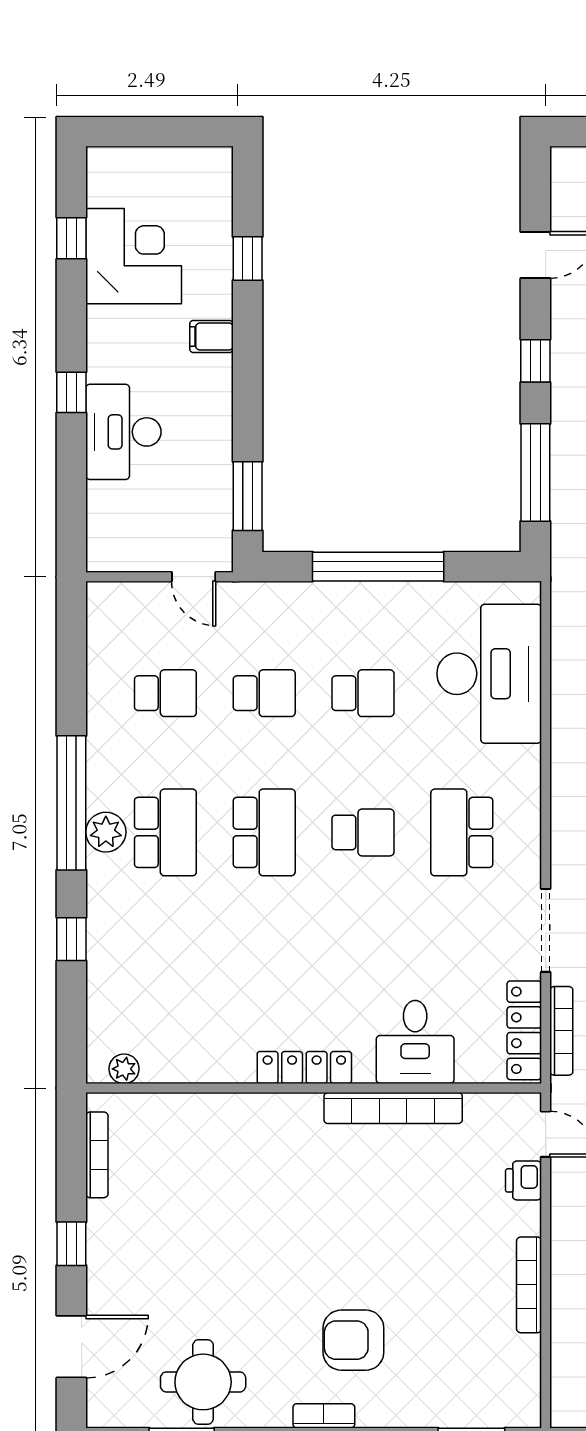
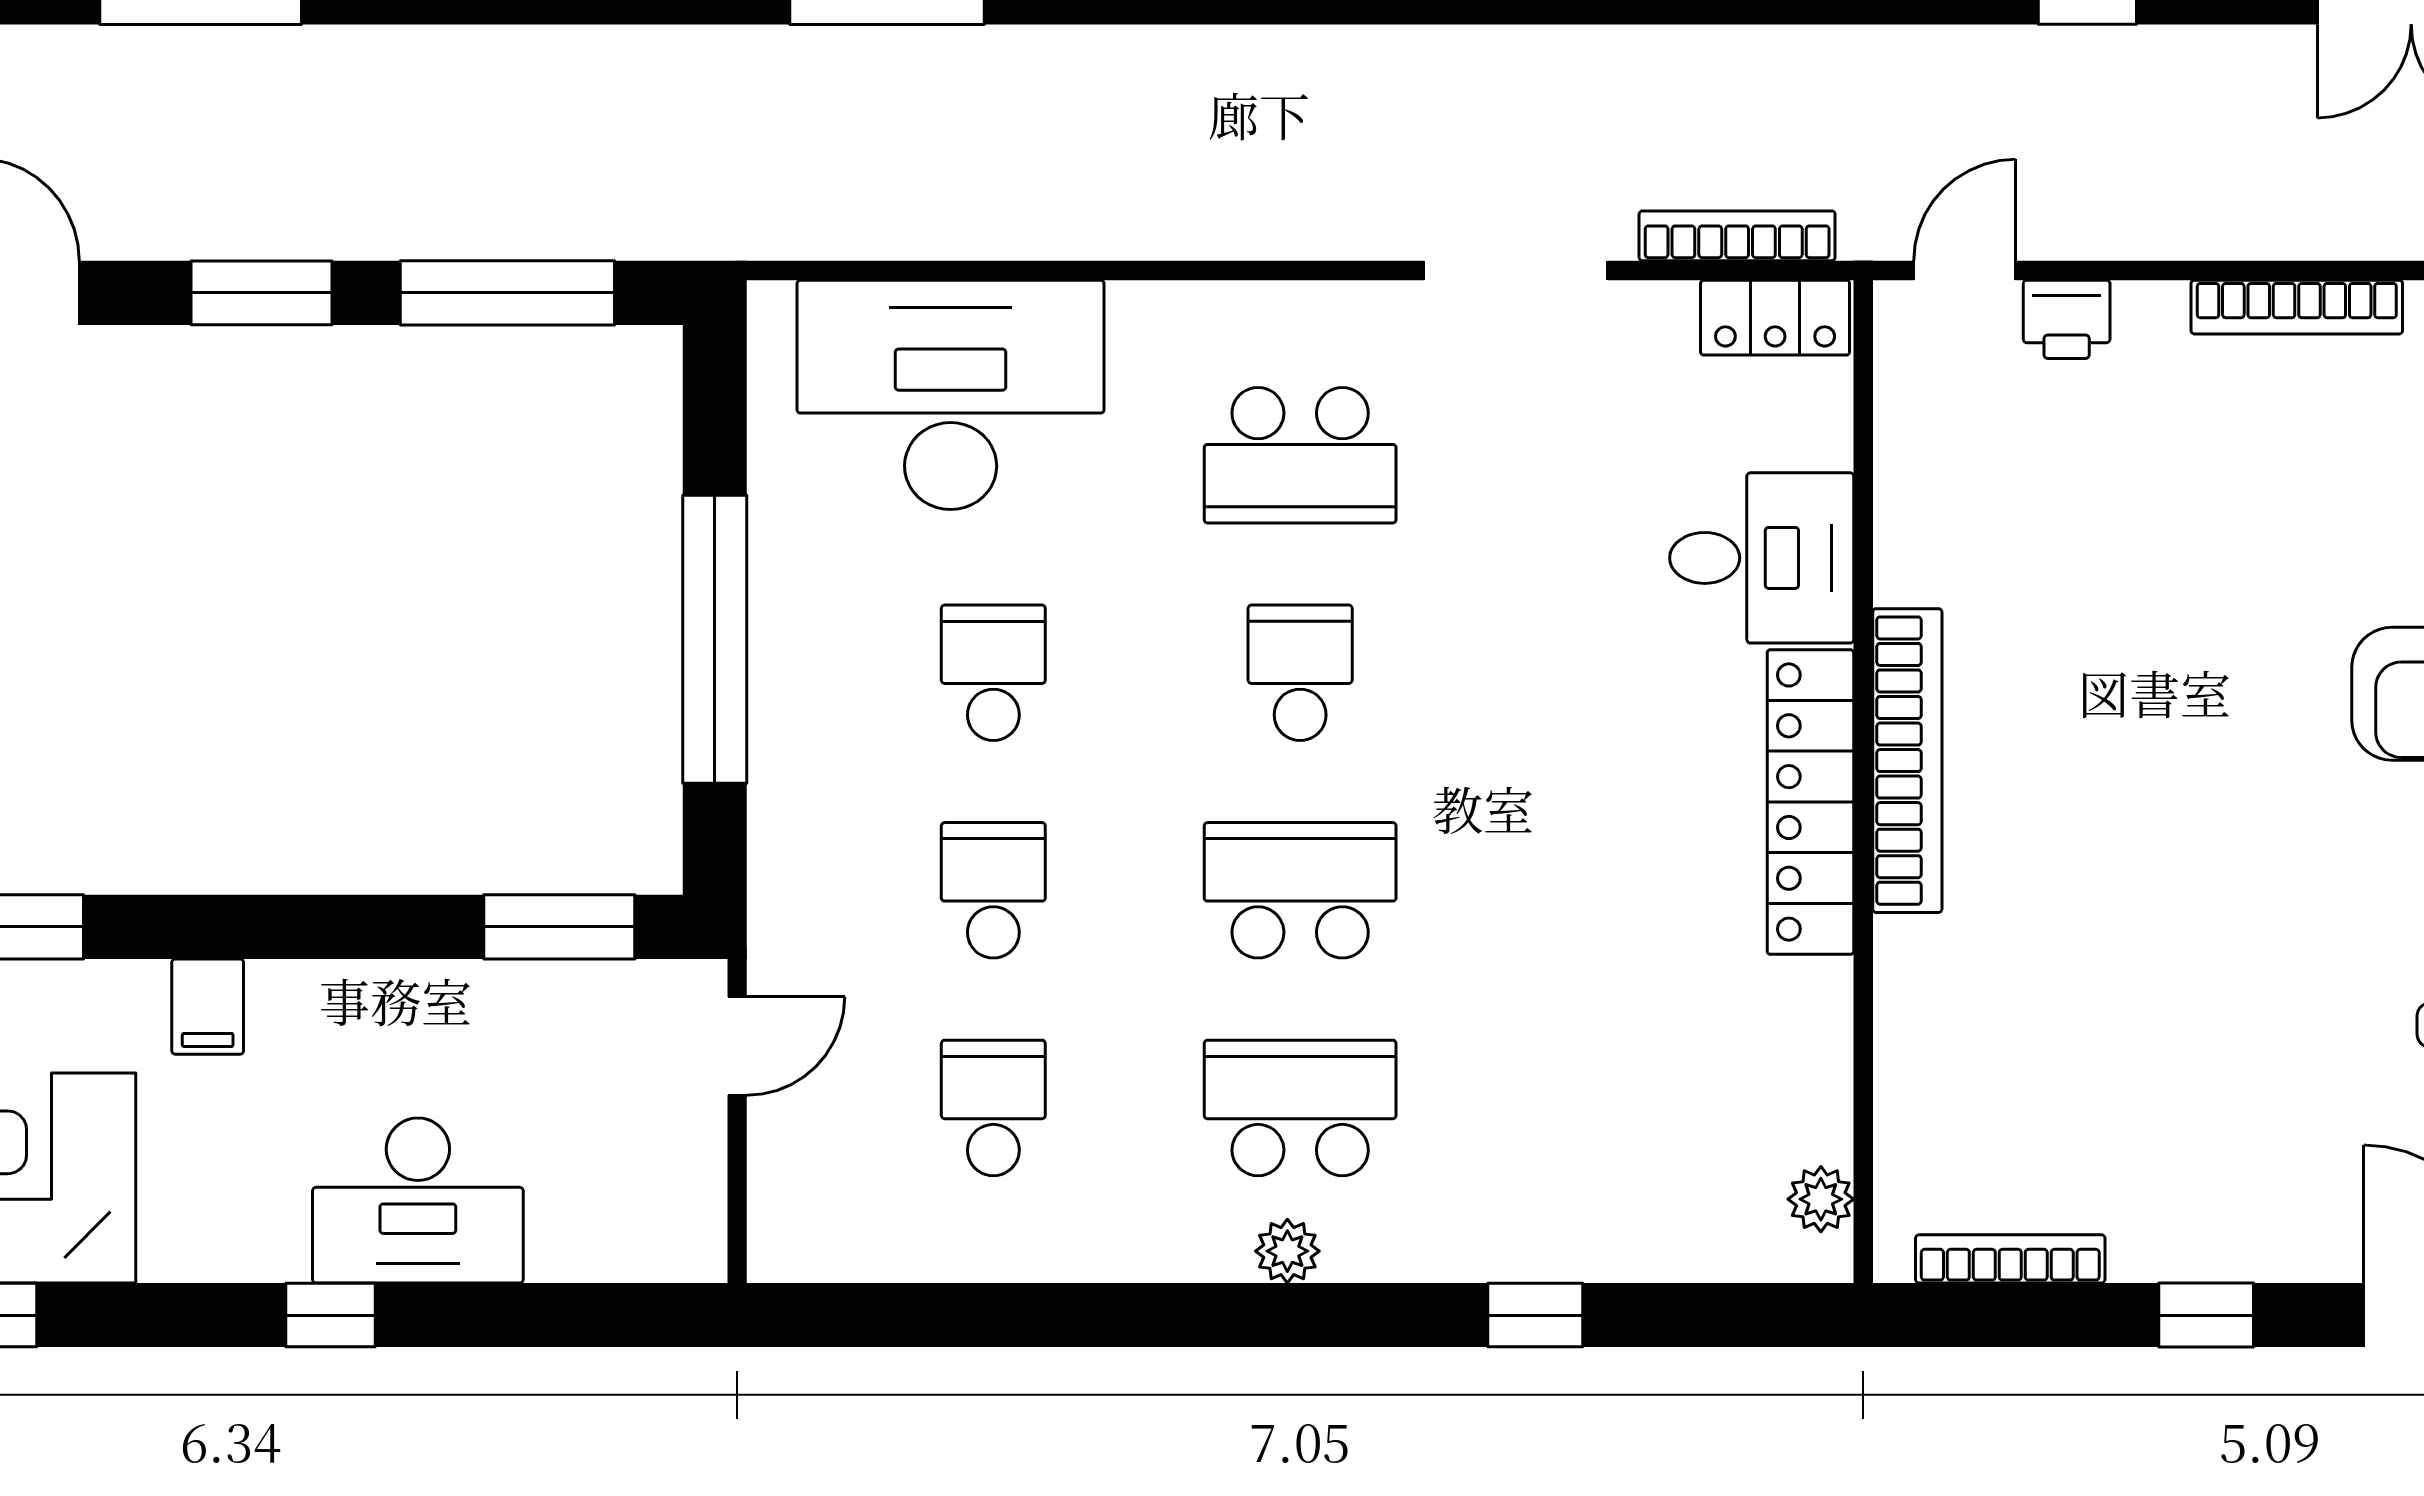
window: (535, 361) -> (261, 293), width x1.50
window: (71, 803) -> (1235, 1315), removed
plant: (106, 832) -> (1287, 1251), width x0.73, depth x0.73
locker: (524, 1030) -> (1775, 318), width x0.66
locker: (304, 1067) -> (1810, 802), width x1.41, depth x1.21
bookcase: (393, 1108) -> (1907, 761), moved

